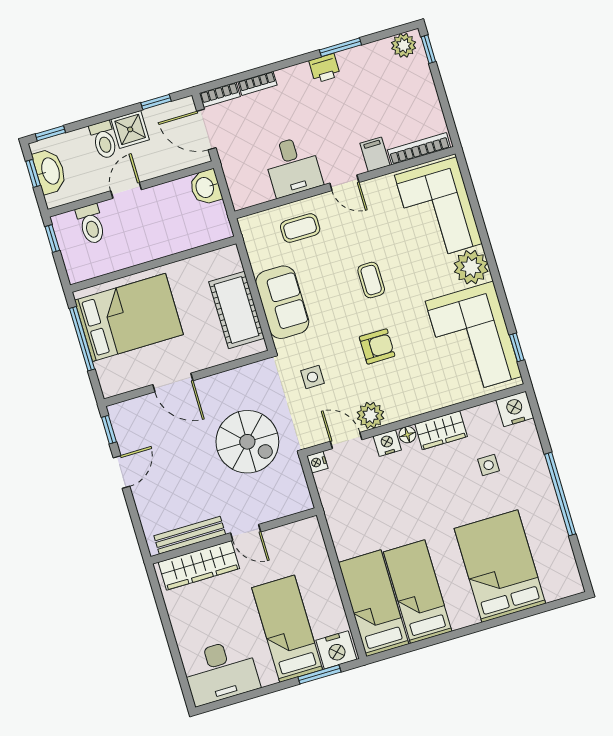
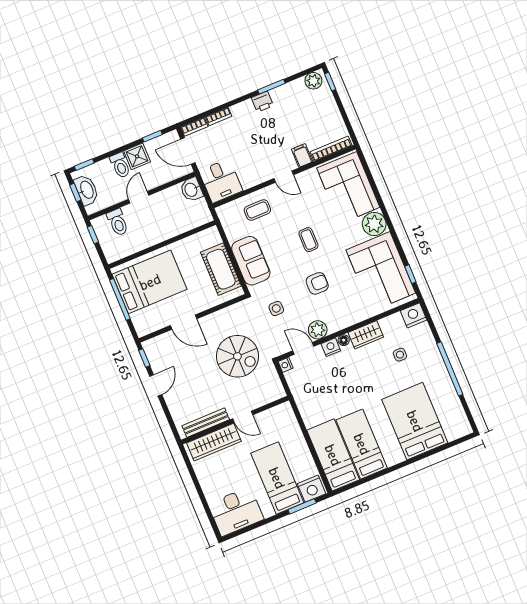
desk: (293, 166) -> (221, 181), moved

